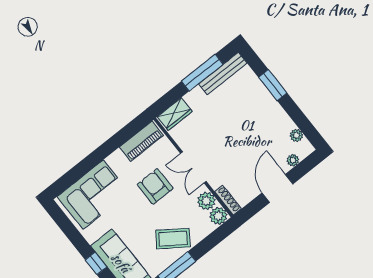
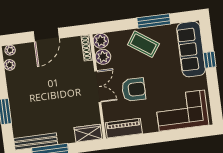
plant: (293, 160) -> (10, 50), moved
armchair: (155, 186) -> (134, 90), turned -90

